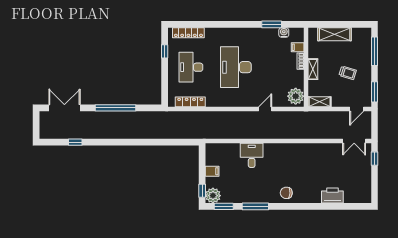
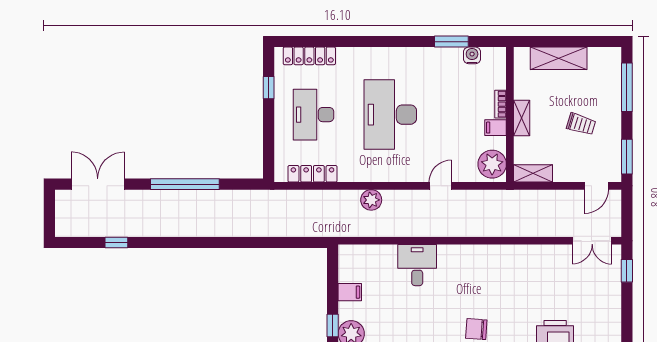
filing cabinet: (298, 47) -> (496, 128), moved
plant: (225, 117) -> (371, 200), added

